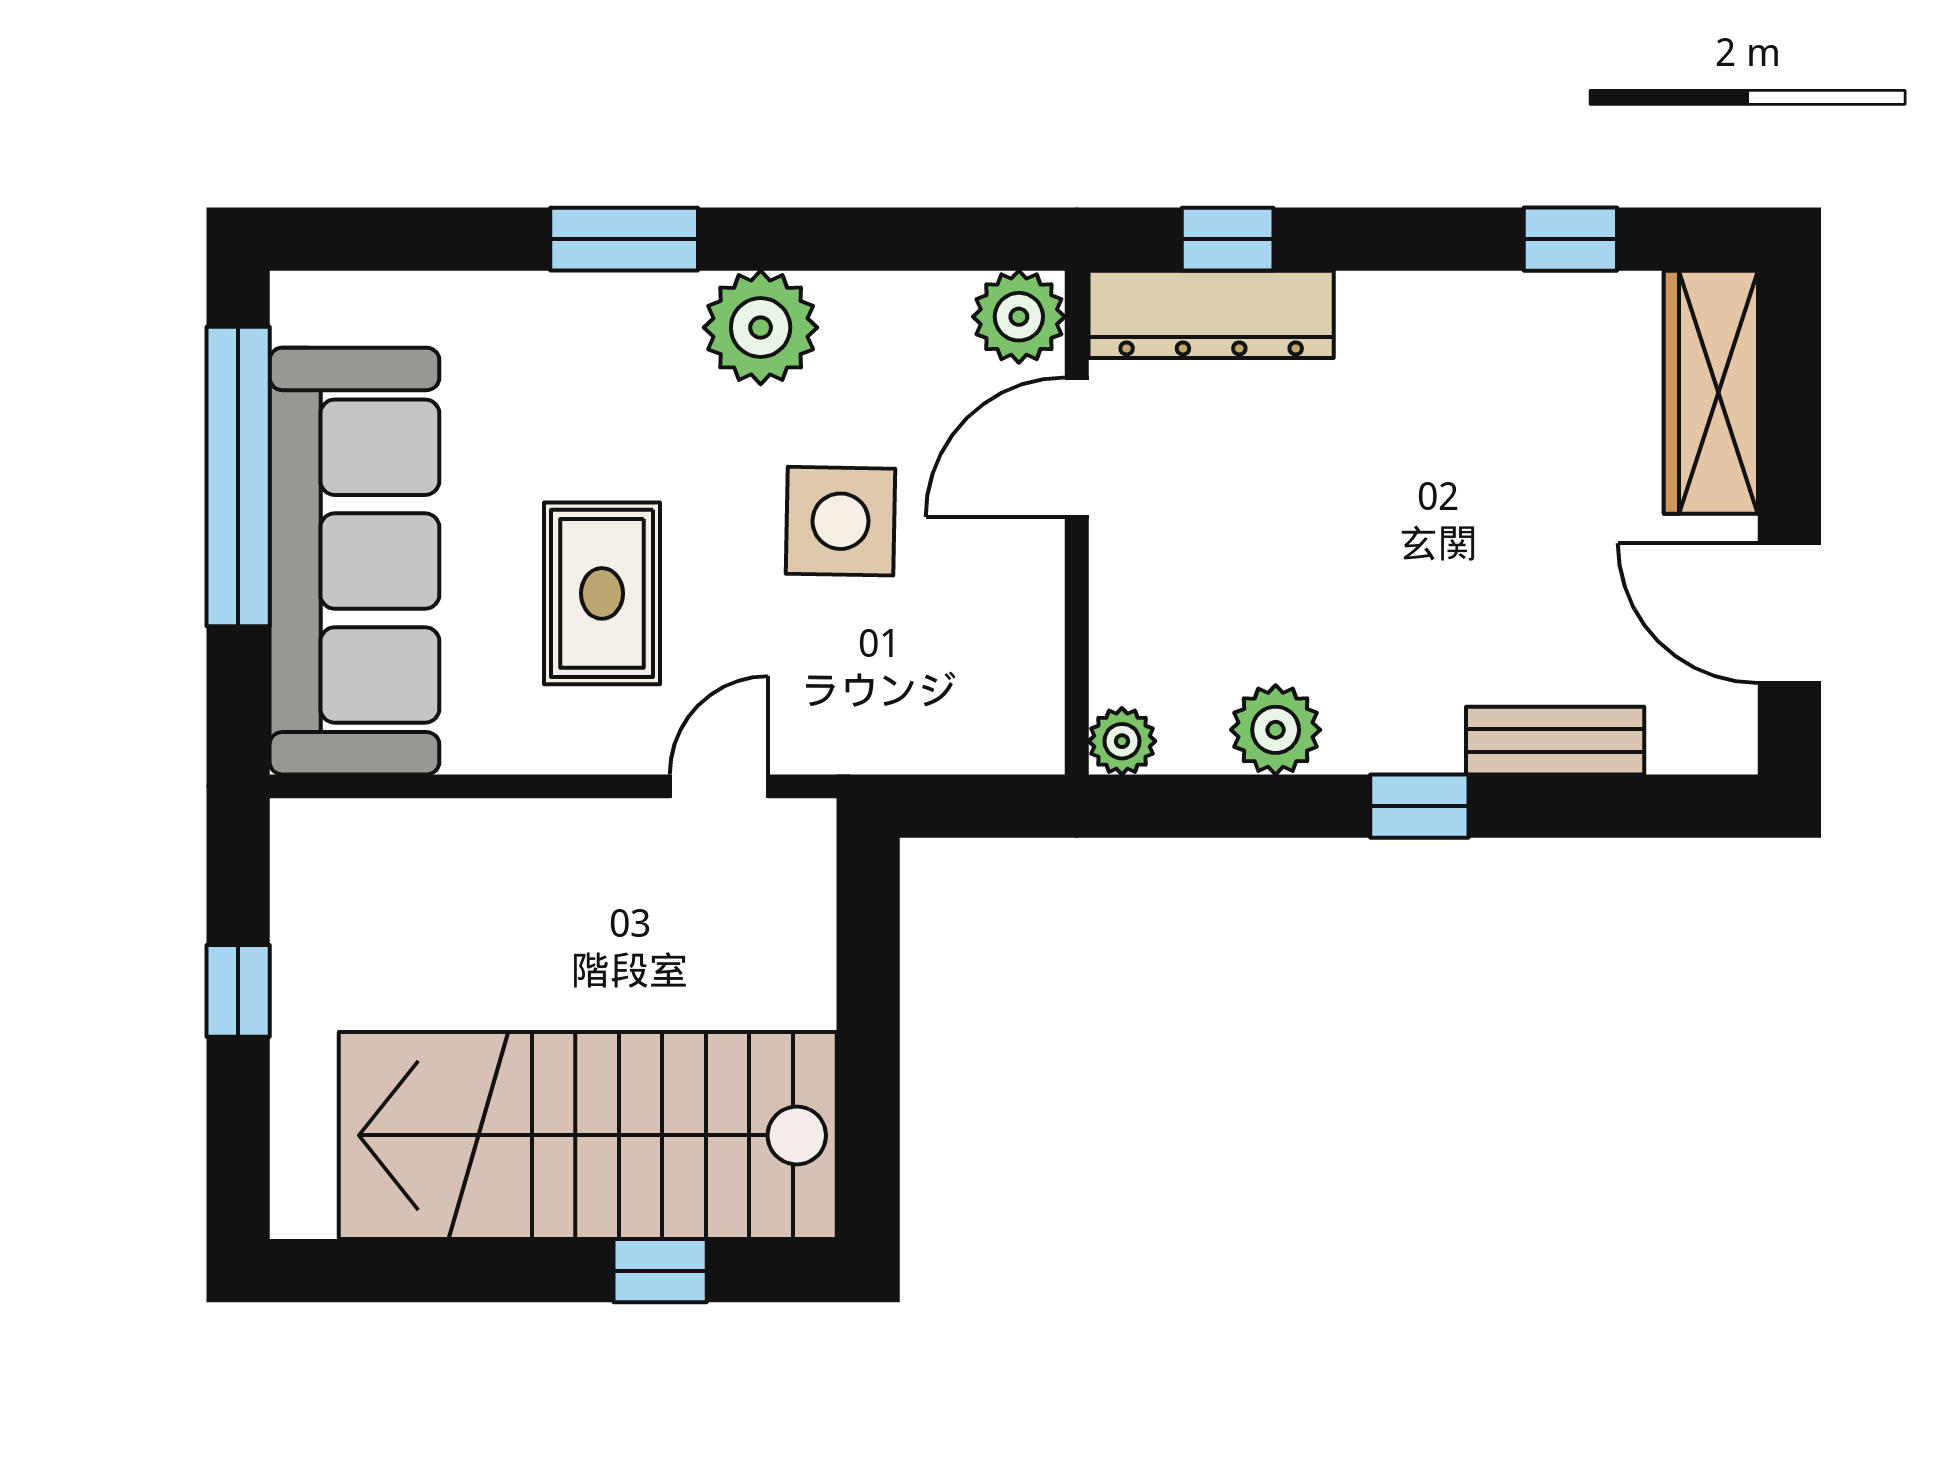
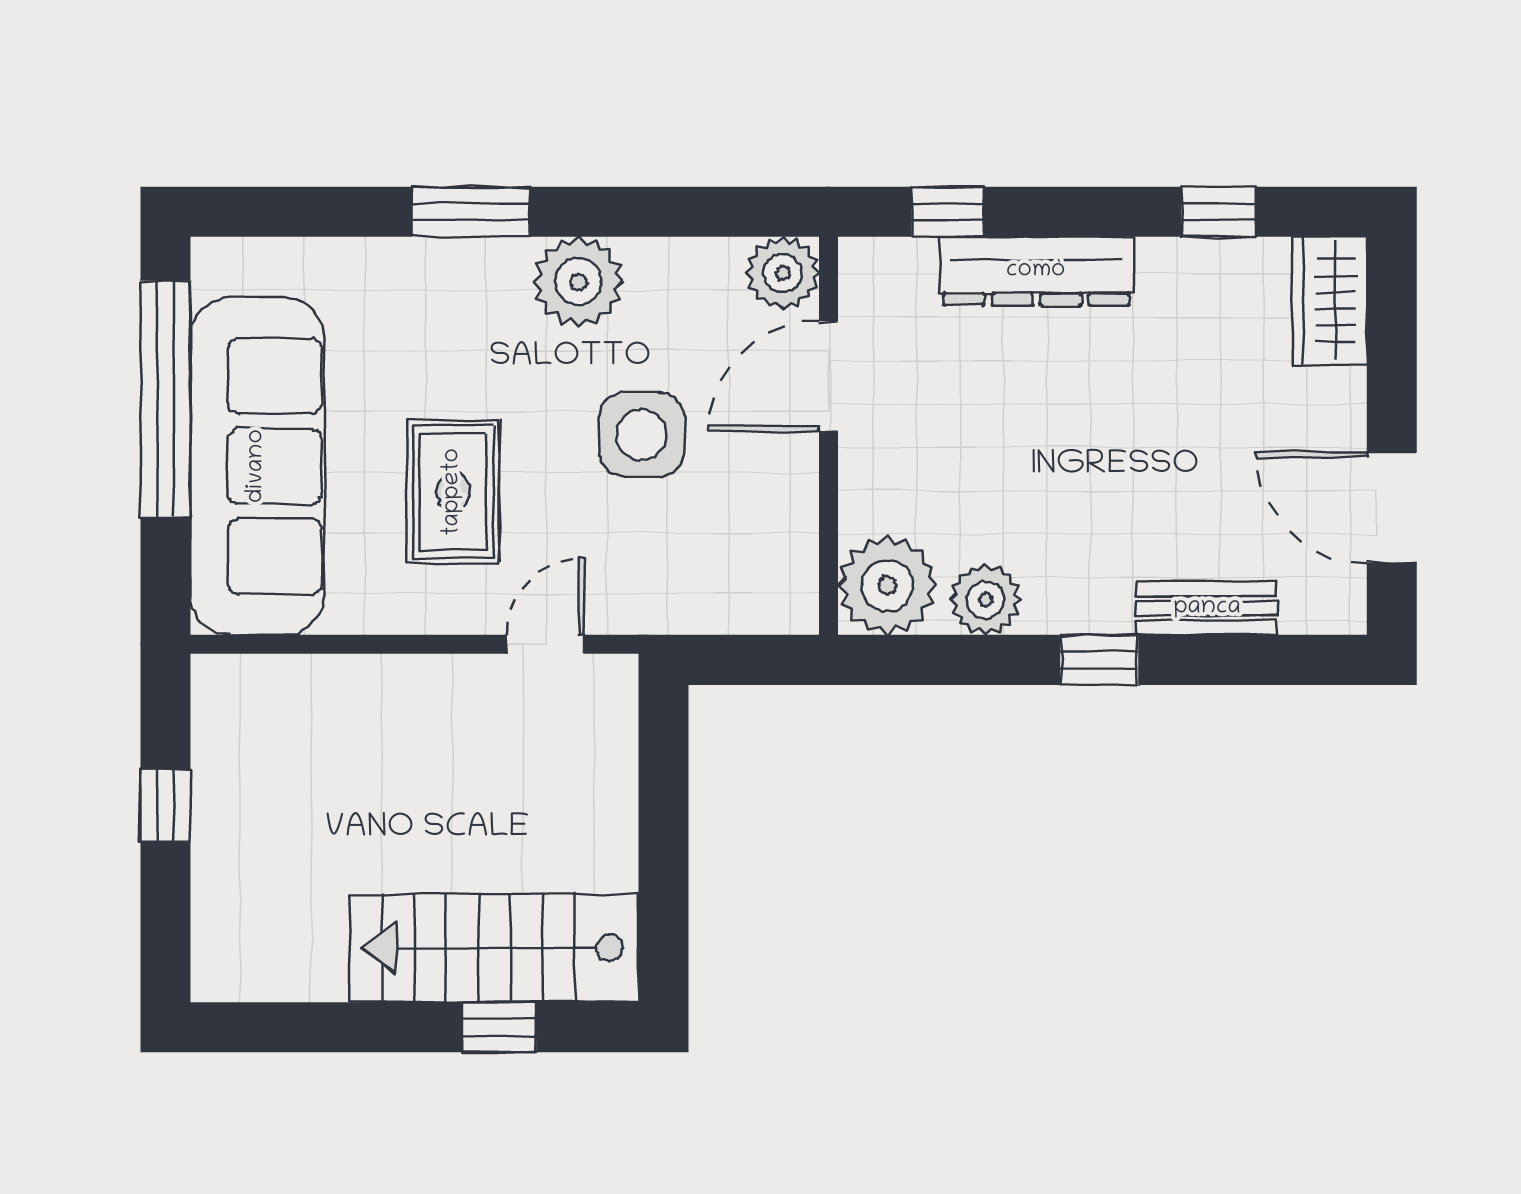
dresser: (1211, 314) -> (1036, 271), moved
wardrobe: (1711, 392) -> (1330, 301), width x0.67
plant: (1122, 741) -> (887, 585), width x1.87, depth x1.87
stairs: (588, 1135) -> (494, 948), width x0.73, depth x0.66

